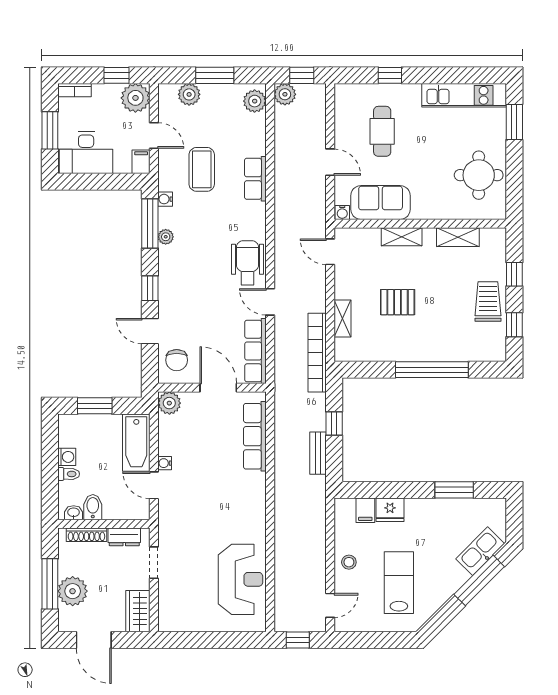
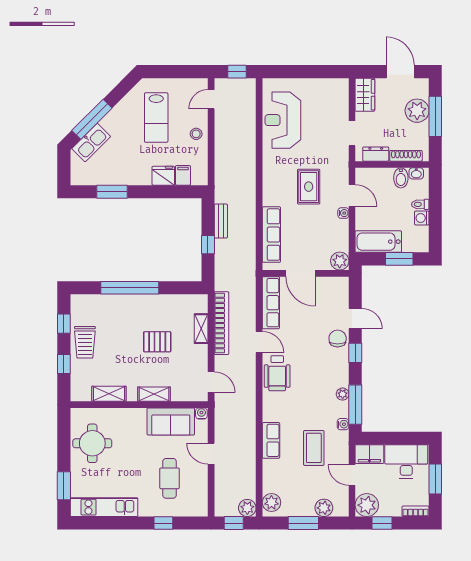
filing cabinet: (141, 162) -> (369, 454), width x2.00
bookcase: (317, 353) -> (221, 323), moved
chair: (177, 360) -> (338, 339), moved
bathtub: (136, 443) -> (378, 242), moved, turned -90
rug: (208, 496) -> (309, 187), added

